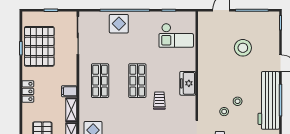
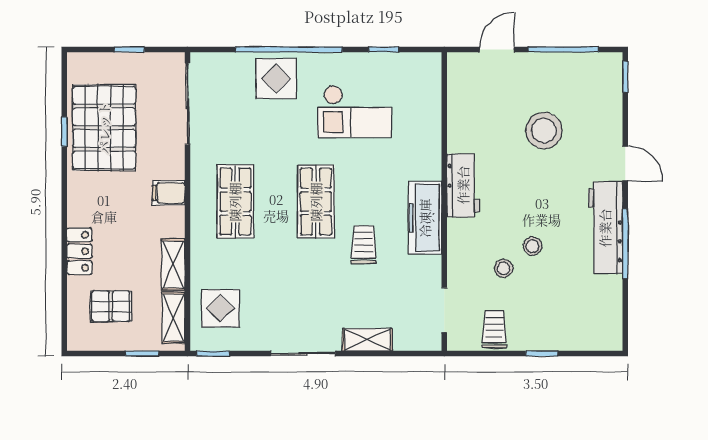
checkout: (176, 35) -> (355, 112), moved
workbench: (206, 73) -> (463, 185), added
freezer: (188, 83) -> (425, 218), width x1.40
locker: (28, 91) -> (79, 251), moved
filing cabinet: (69, 91) -> (169, 193), moved
workbench: (269, 100) -> (605, 228), width x0.73, depth x0.76

